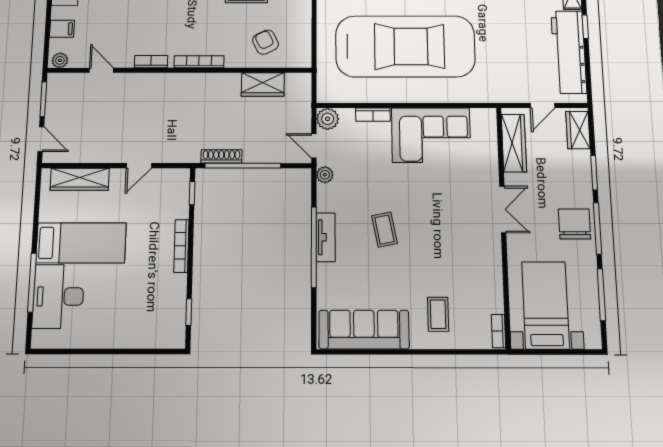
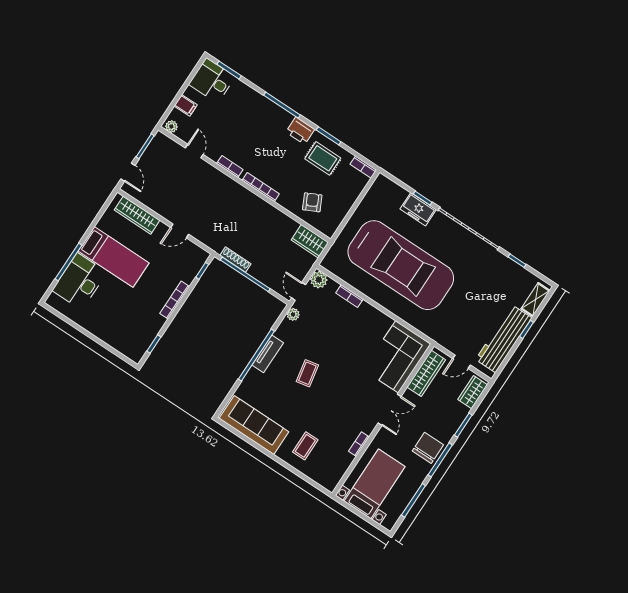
wardrobe: (263, 84) -> (310, 241), moved
corner sofa: (431, 135) -> (397, 357), moved, turned 90
bookcase: (499, 331) -> (359, 444), moved

